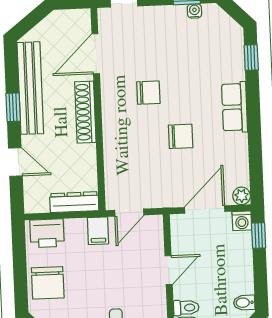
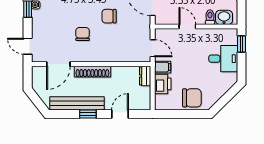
door: (96, 54) -> (58, 64), hinge flipped
chair: (181, 136) -> (109, 16), turned -90
dresser: (74, 202) -> (145, 76), width x0.70
printer: (47, 233) -> (163, 84), moved

